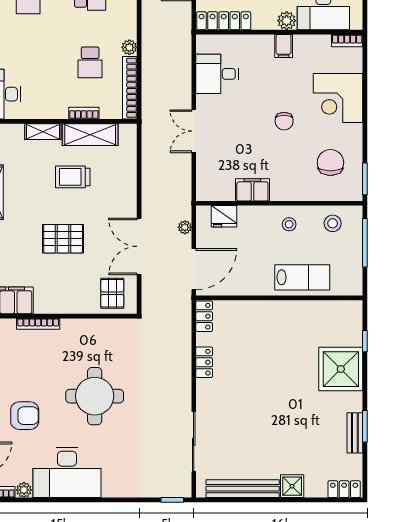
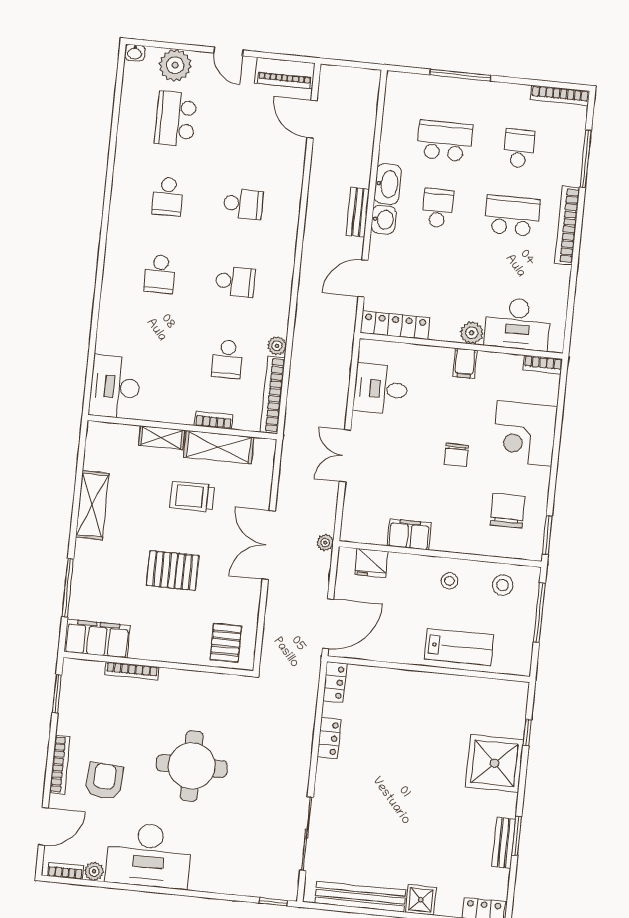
plant: (185, 227) -> (325, 543), moved
double door: (139, 246) -> (269, 545), moved
armchair: (25, 416) -> (104, 781), turned -87

